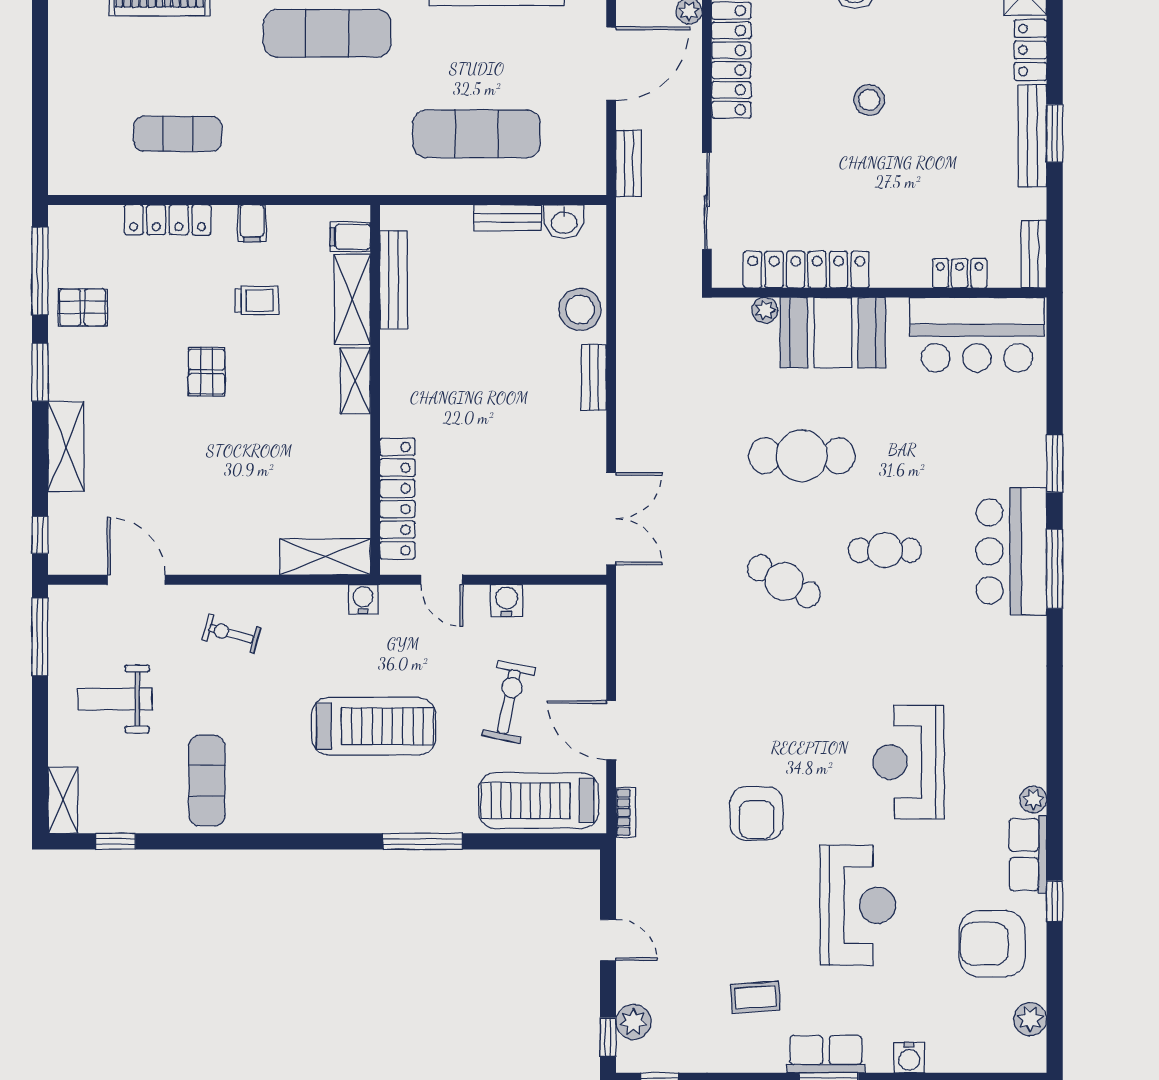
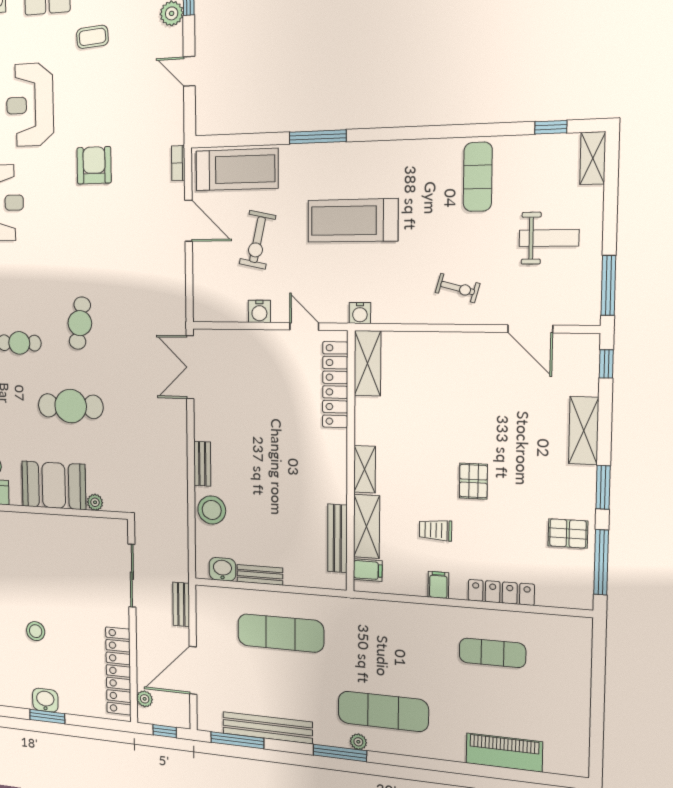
locker: (806, 270) -> (70, 527), removed
shelving: (325, 557) -> (367, 363), moved, turned 90
cafe table: (784, 581) -> (80, 323), turned 70

